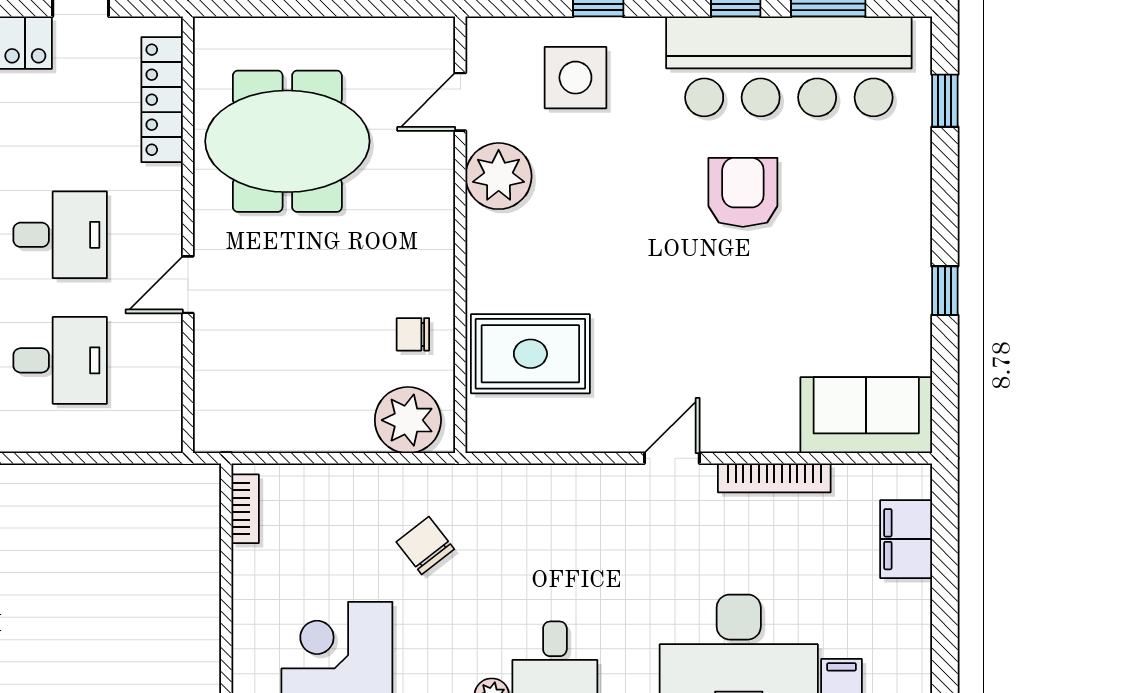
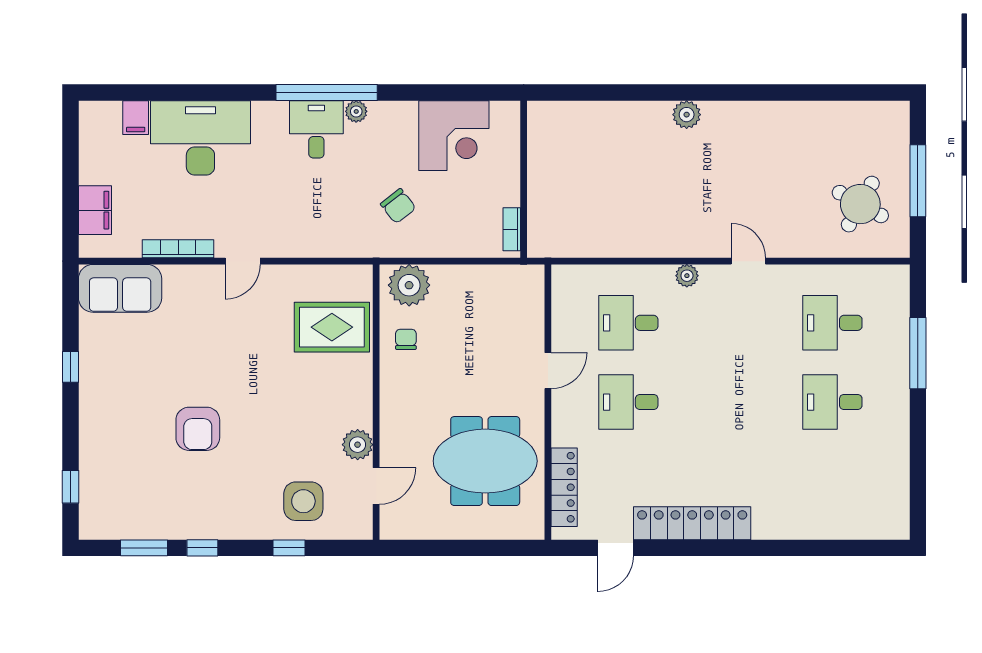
bar counter: (789, 66) -> (169, 508), removed
plant: (499, 176) -> (358, 445), width x0.73, depth x0.73
chair: (413, 334) -> (406, 339), turned -90

